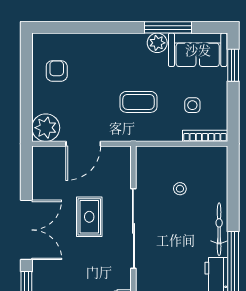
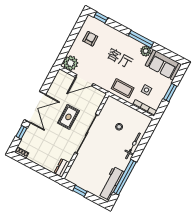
window: (55, 27) -> (101, 17), added
window: (168, 27) -> (141, 39), moved
window: (233, 65) -> (170, 93), moved
coffee table: (138, 102) -> (123, 88), moved
bicycle: (219, 229) -> (133, 146), moved

